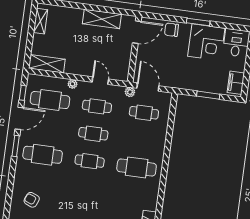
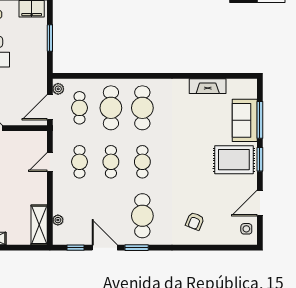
plant: (72, 84) -> (58, 220), moved
plant: (130, 92) -> (58, 89), moved
cafe table: (50, 100) -> (111, 108), moved

